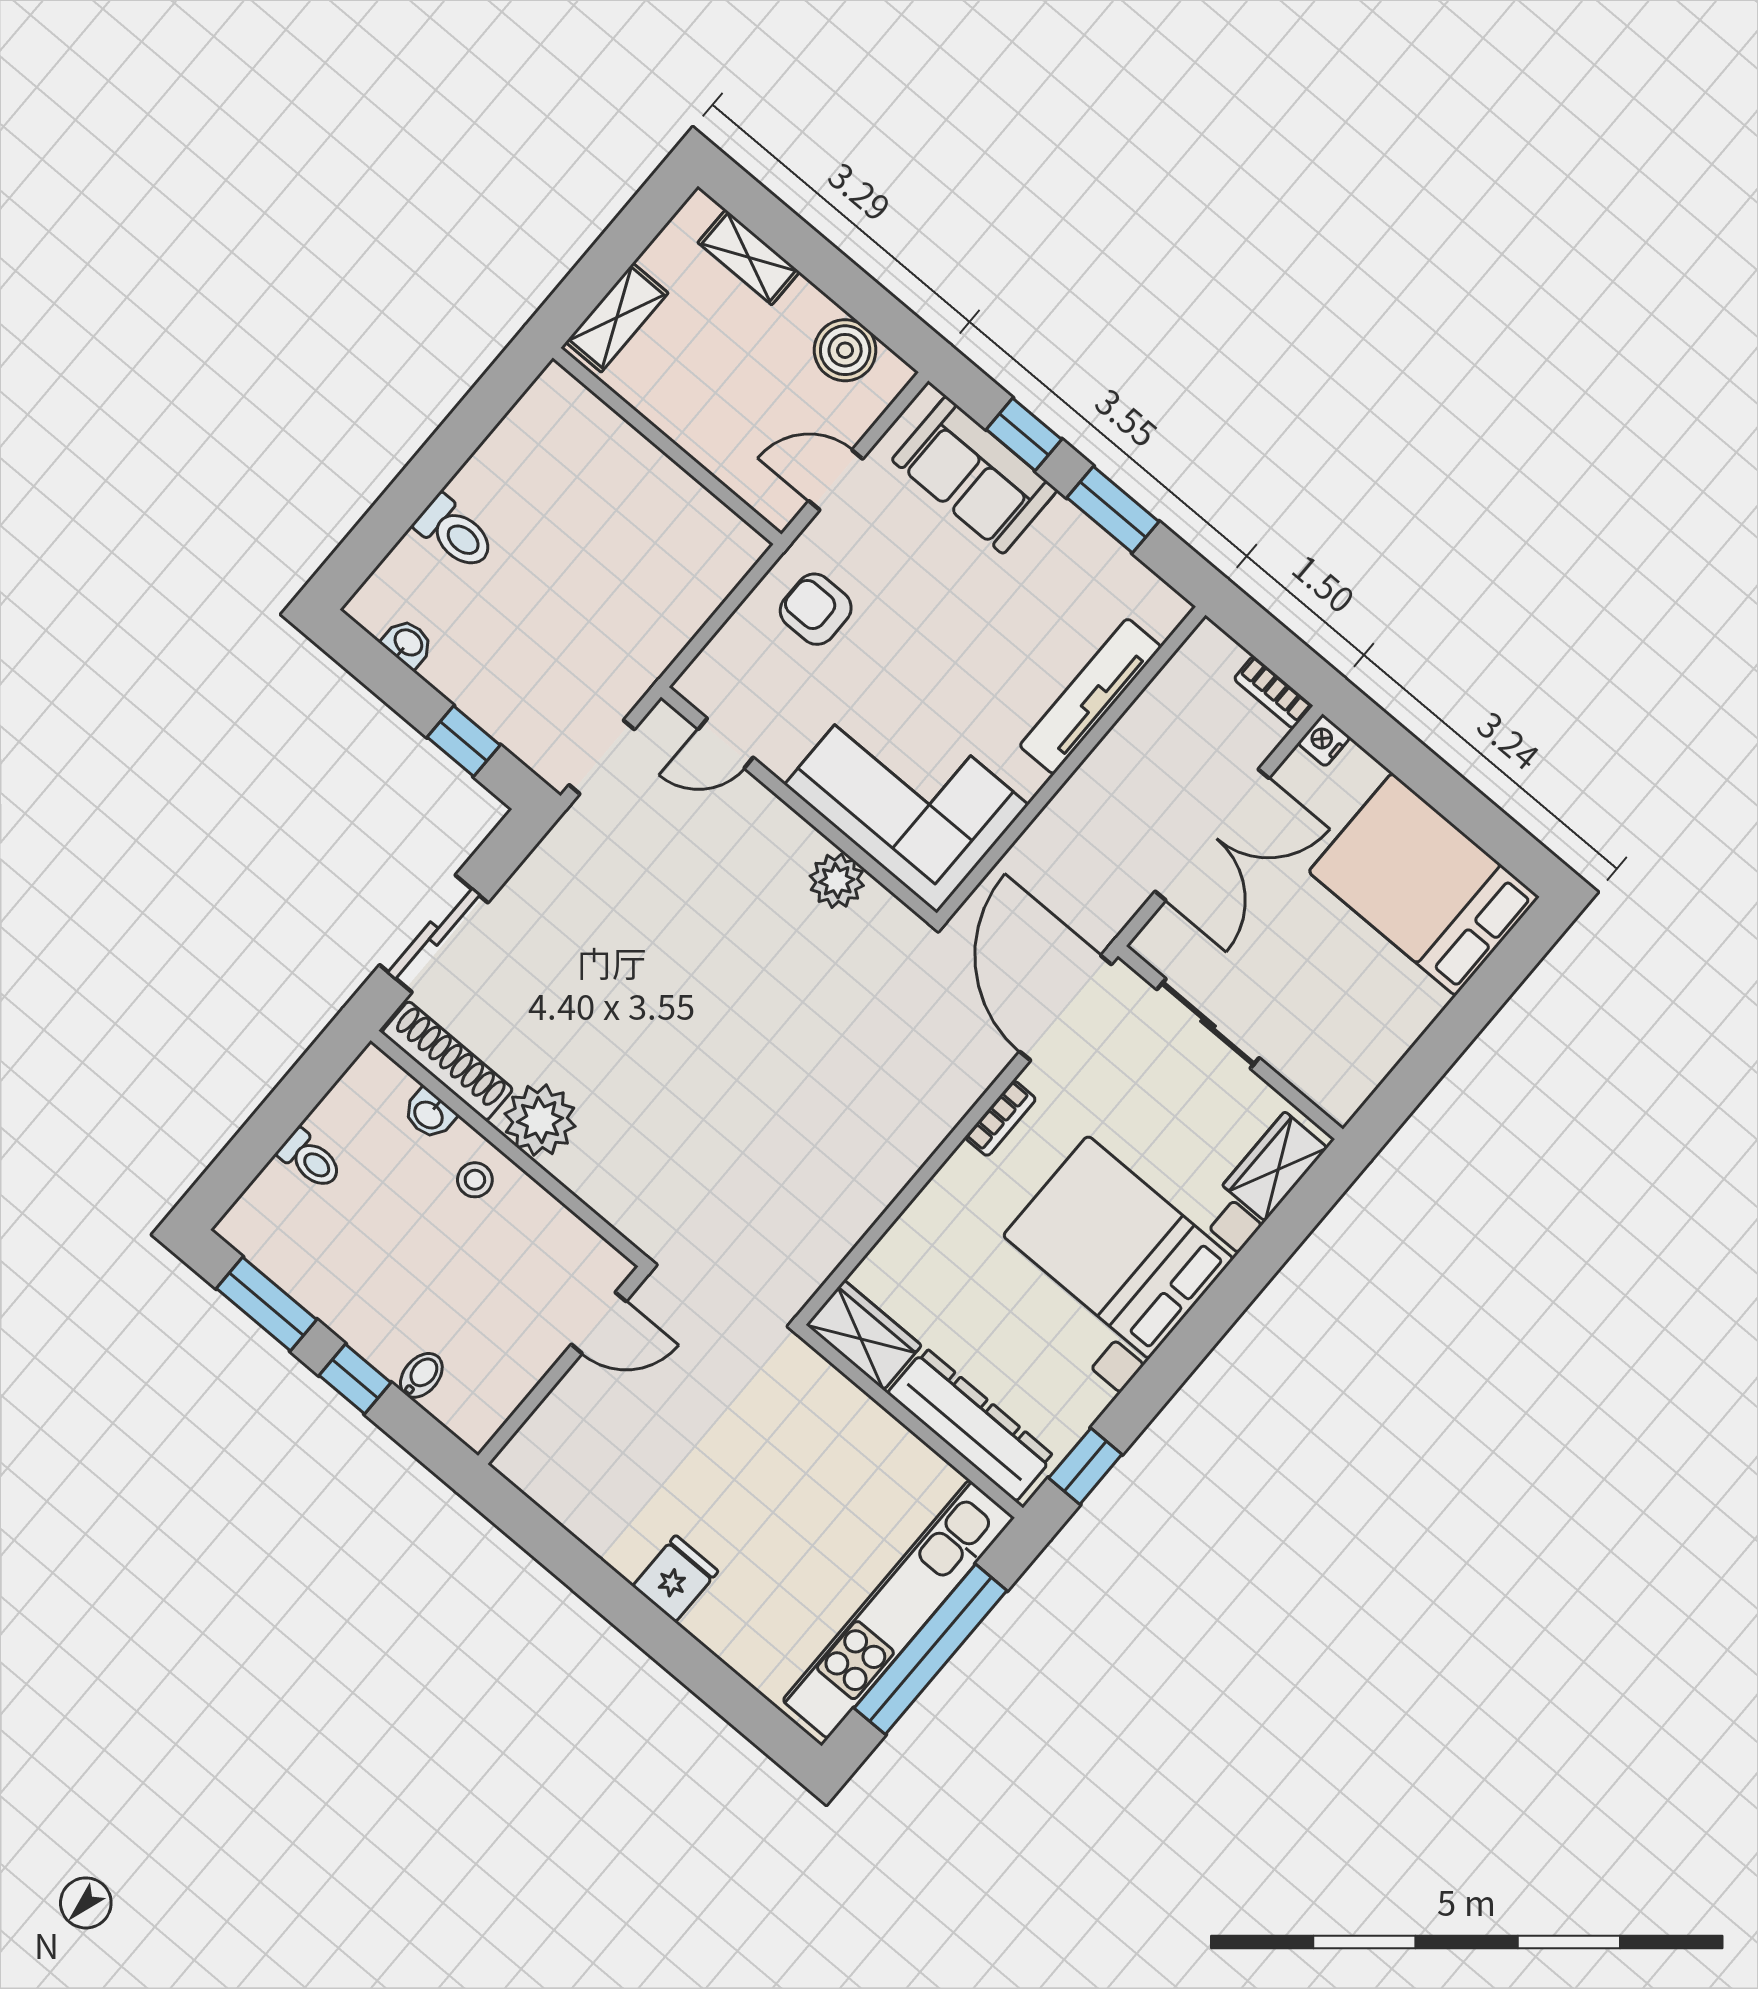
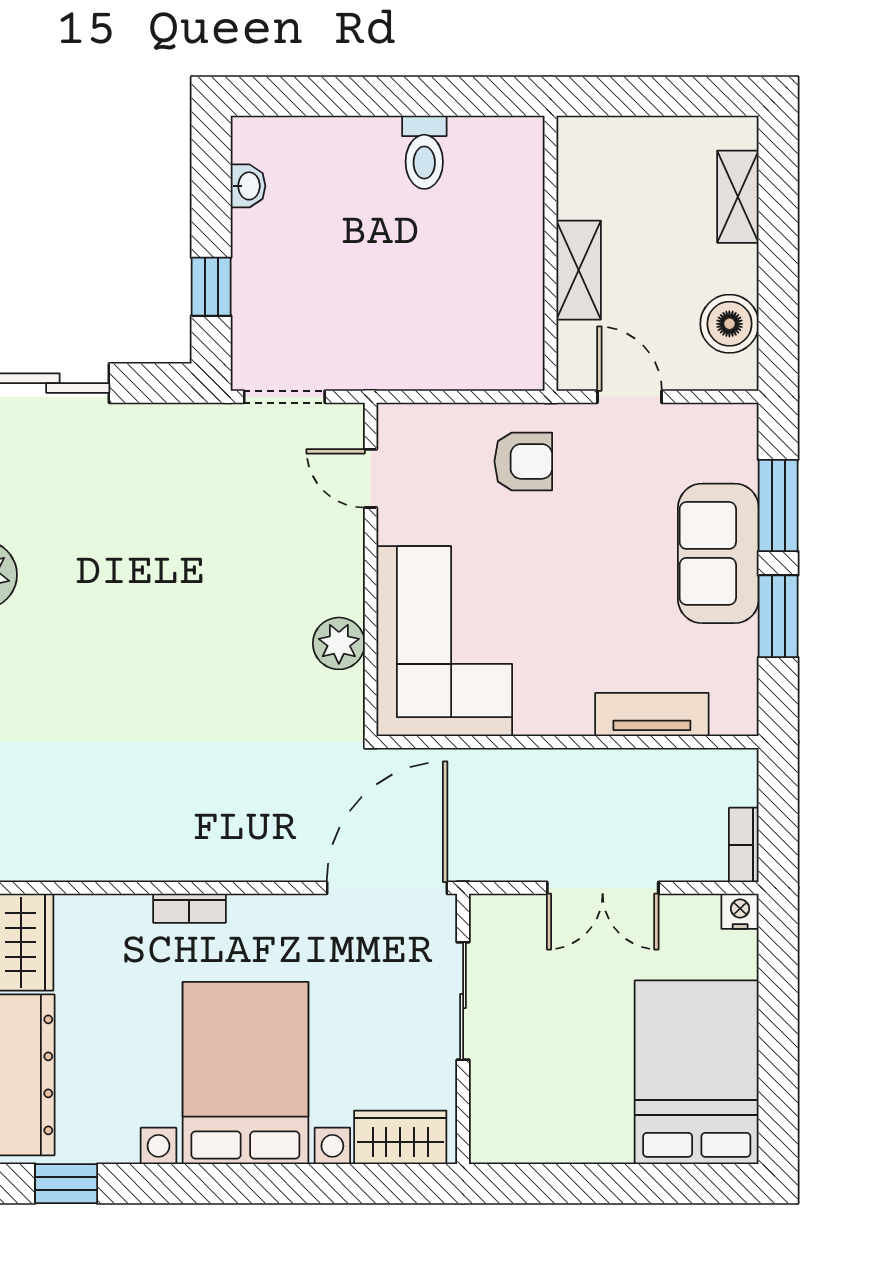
shelving: (617, 318) -> (579, 270), moved, turned 90
window: (1024, 434) -> (778, 505), width x1.50
sofa: (975, 475) -> (718, 553), moved
toilet: (455, 533) -> (424, 152), moved
armchair: (816, 609) -> (523, 461), turned 90
tv unit: (1090, 696) -> (652, 715), width x0.71
double door: (1212, 835) -> (603, 888), width x0.73
bookcase: (1000, 1118) -> (189, 908), moved

